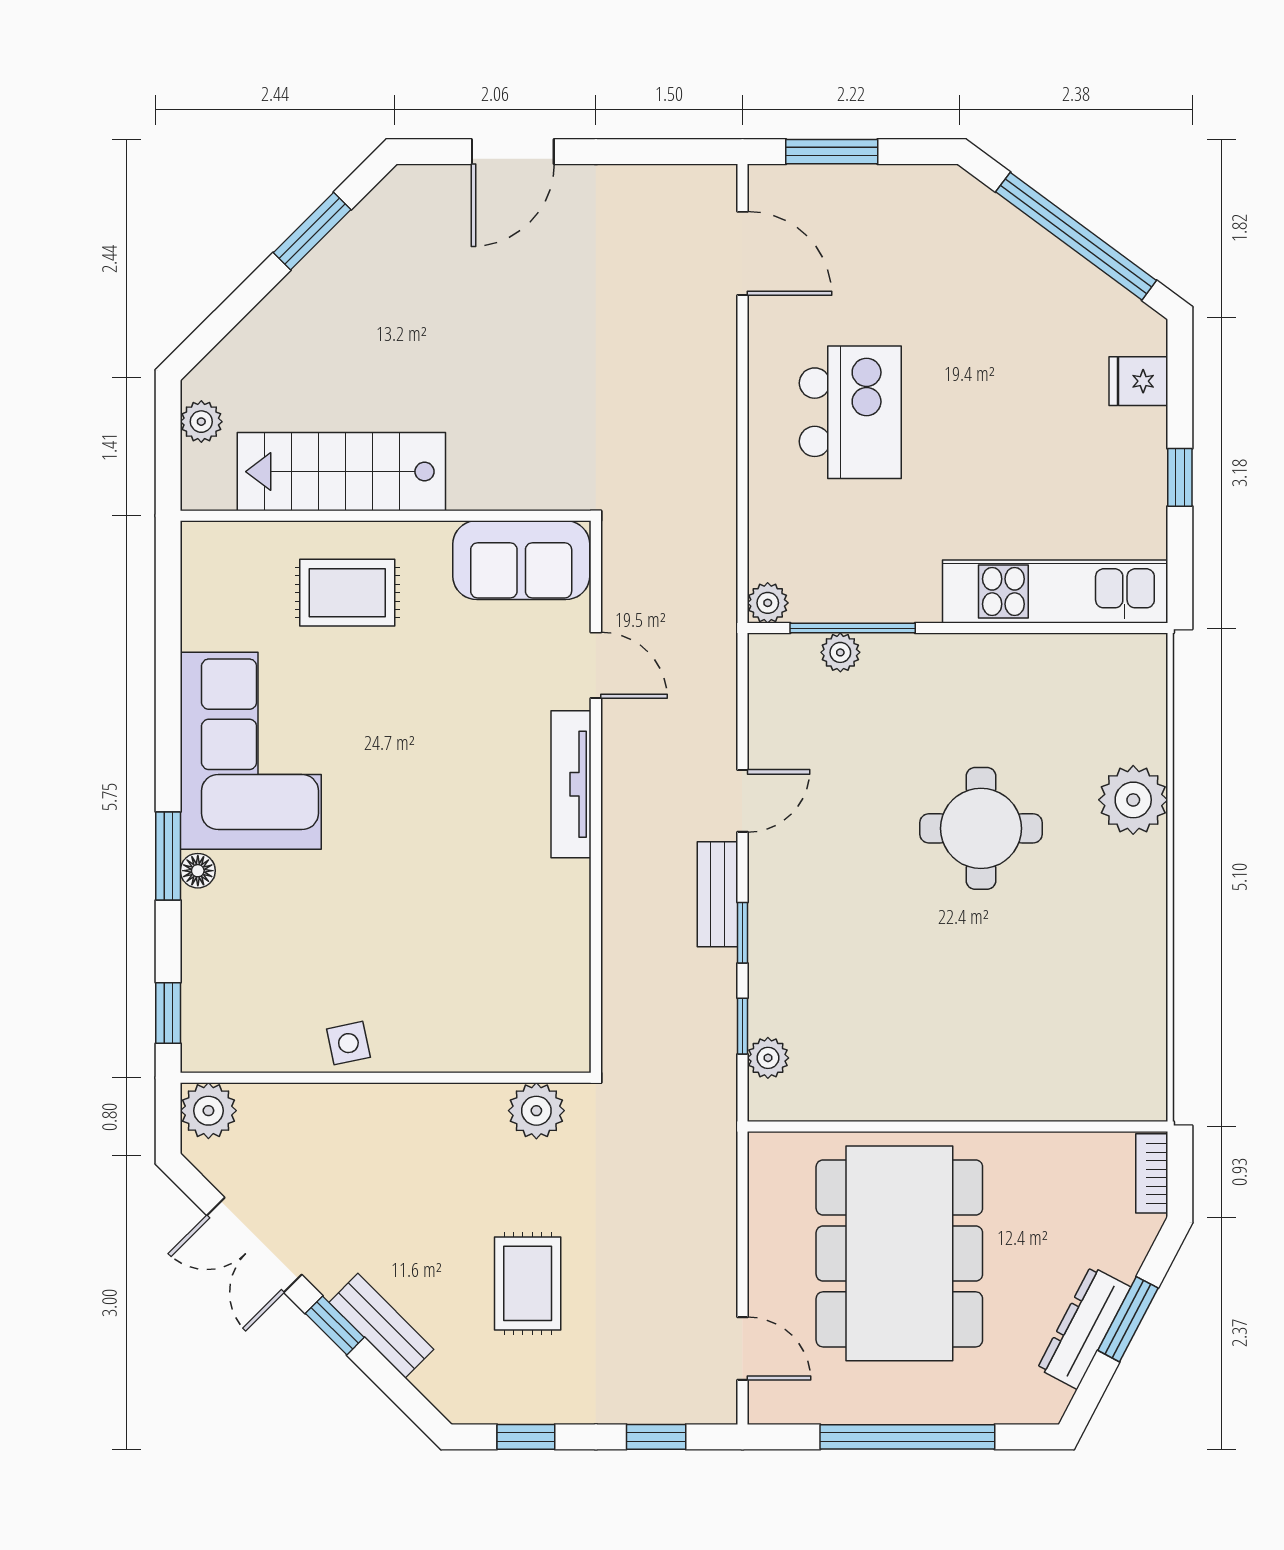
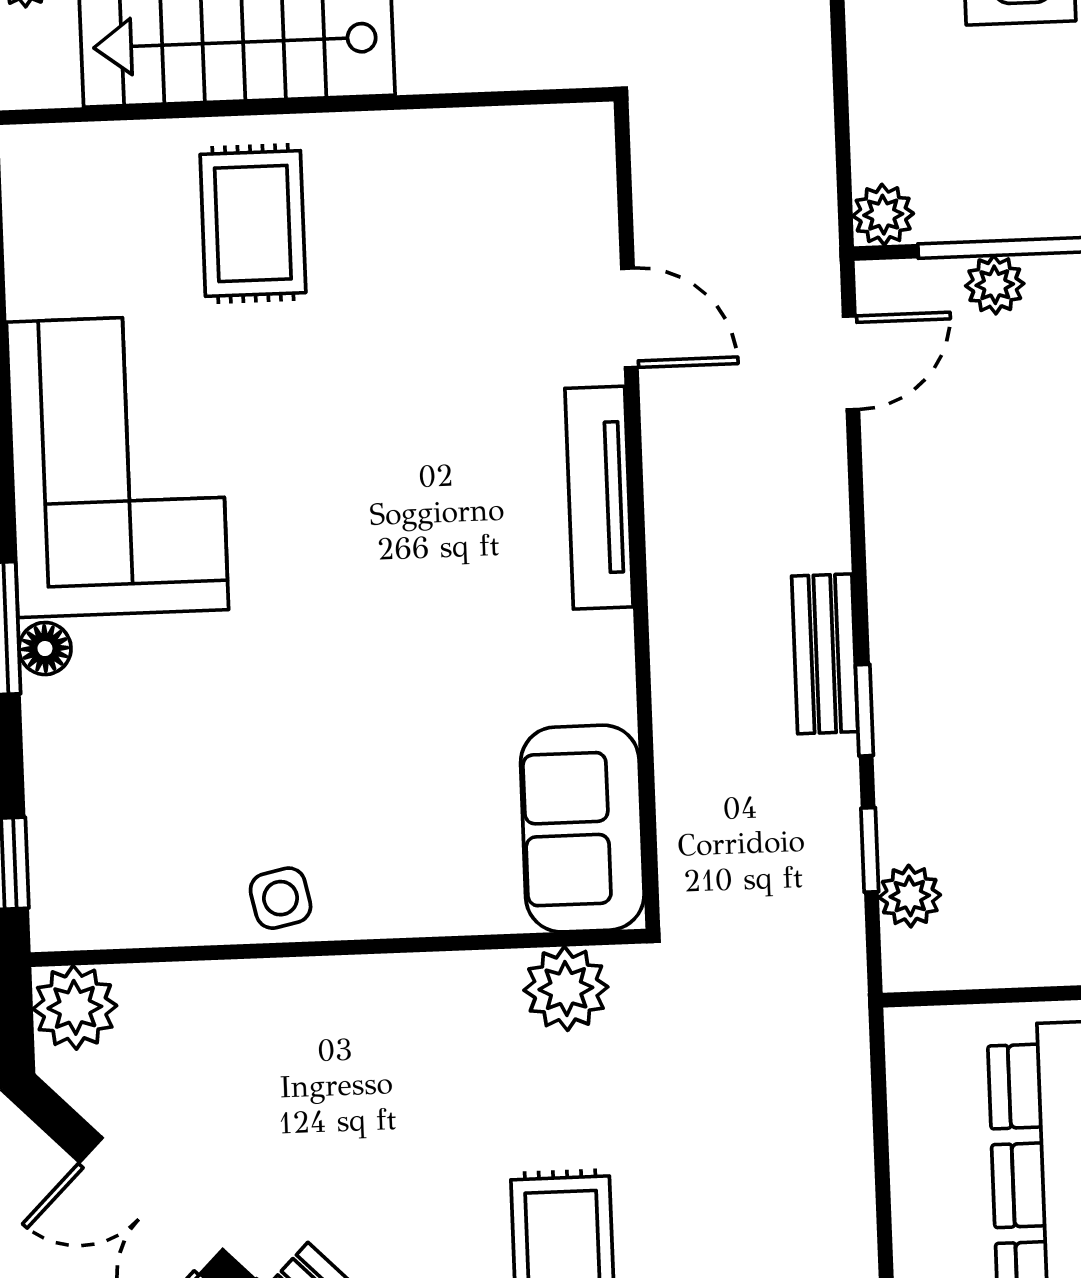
sofa: (521, 560) -> (582, 829), moved, turned 90
rug: (347, 593) -> (253, 223), turned 90
door: (742, 801) -> (851, 363), moved

